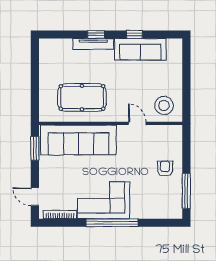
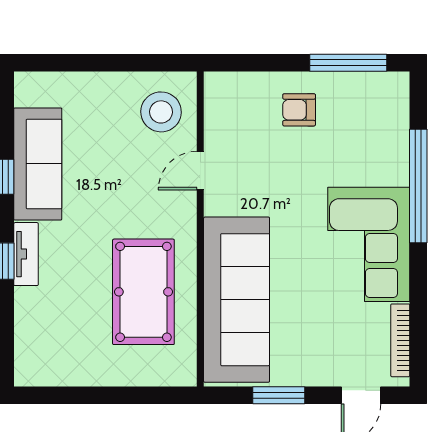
tv unit: (93, 44) -> (26, 254), width x0.71
window: (35, 148) -> (279, 395), moved
window: (112, 223) -> (418, 186), moved

